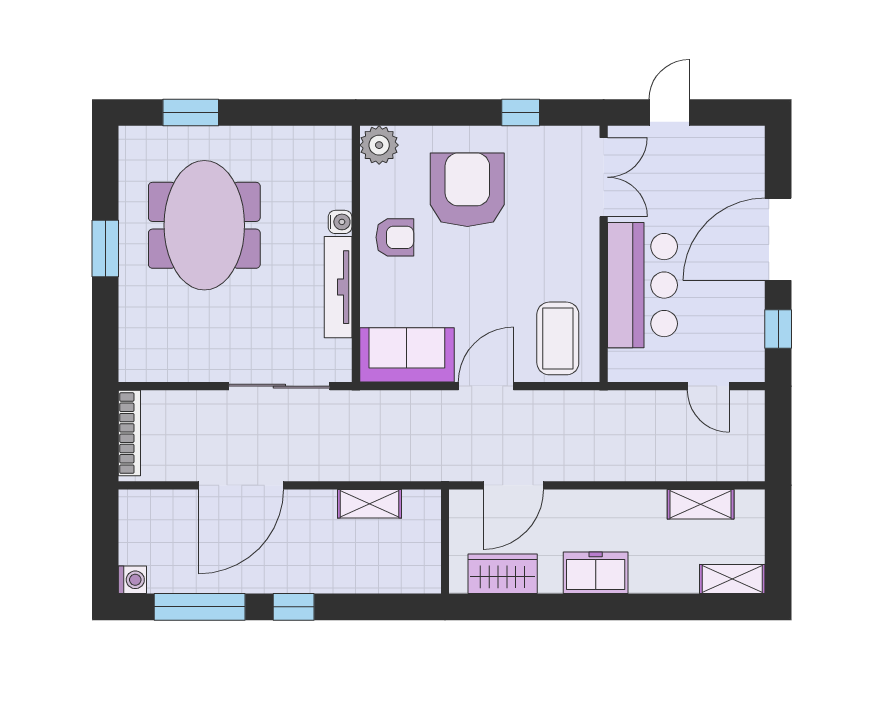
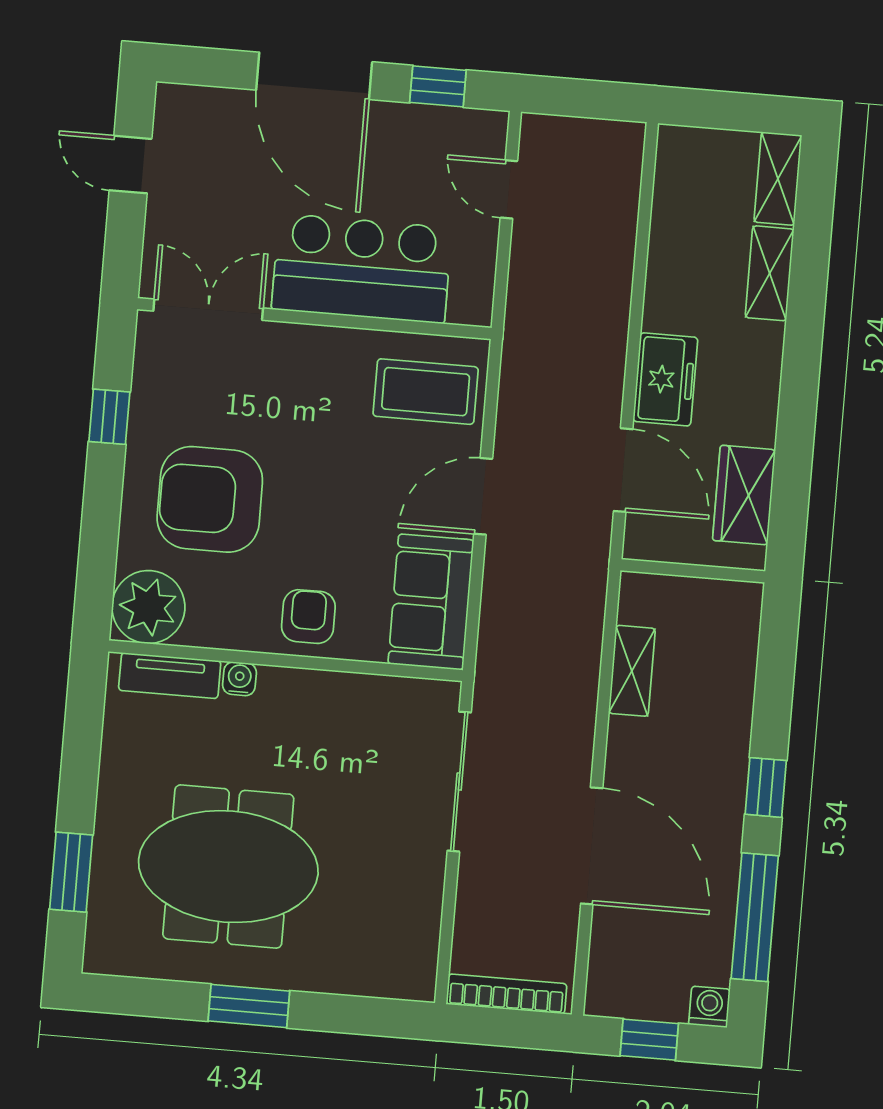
door: (669, 113) -> (131, 165), moved
plant: (379, 145) -> (148, 607), width x1.36, depth x1.36
armchair: (395, 237) -> (308, 617), moved
tv unit: (338, 287) -> (170, 676), moved, width x0.71
door: (486, 386) -> (483, 496), hinge flipped
door: (708, 386) -> (509, 189), swing flipped
shelving: (701, 504) -> (770, 273), moved
window: (105, 538) -> (649, 1040), added
freezer: (596, 573) -> (665, 379), moved, turned 180

